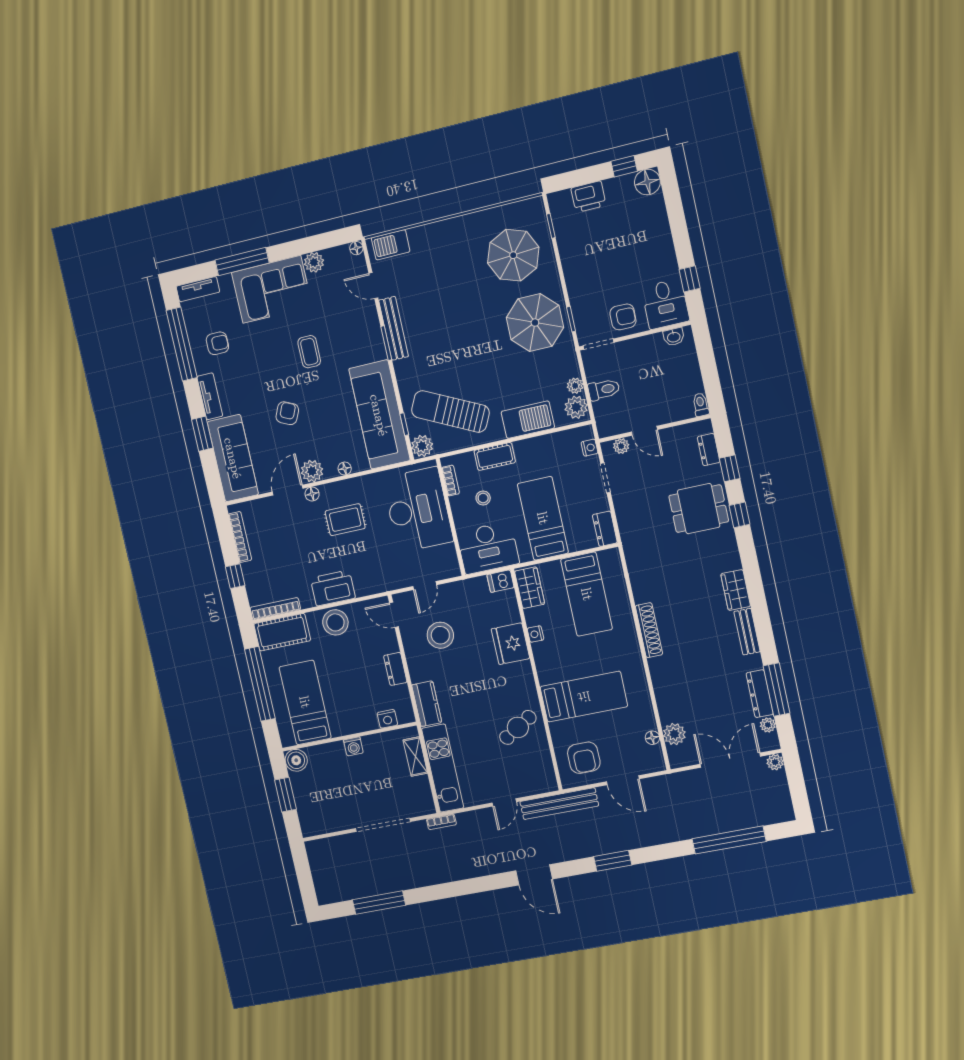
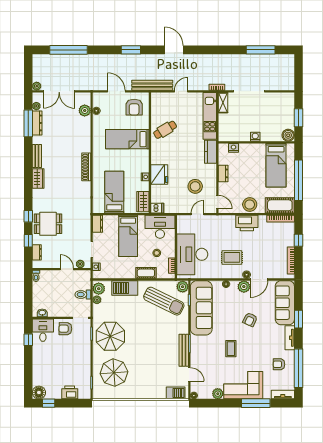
shelving: (415, 756) -> (223, 103), moved
armchair: (584, 758) -> (134, 107), turned 180

